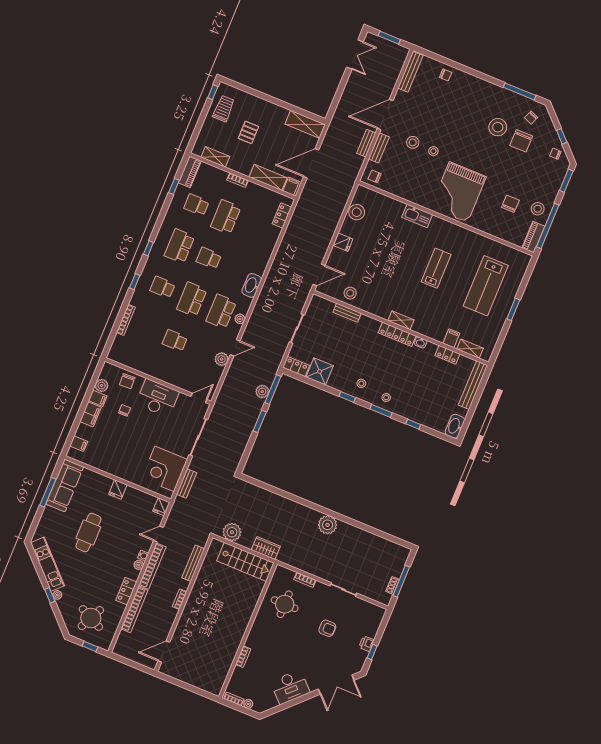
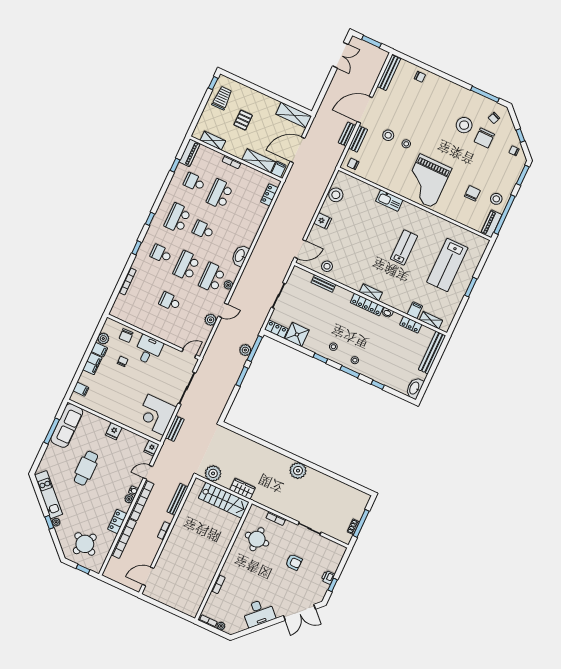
desk: (158, 398) -> (148, 350), width x0.73

